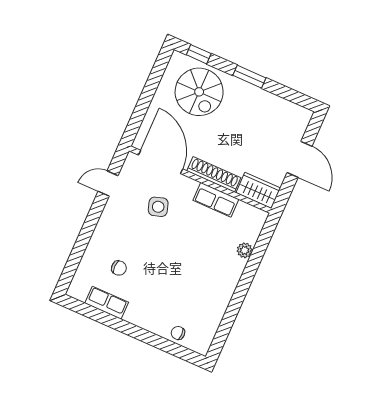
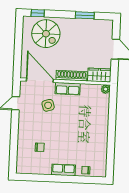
window: (249, 77) -> (85, 15), moved
row of seats: (216, 200) -> (68, 89), moved
plant: (245, 250) -> (106, 89), moved
row of seats: (107, 303) -> (63, 170), moved

